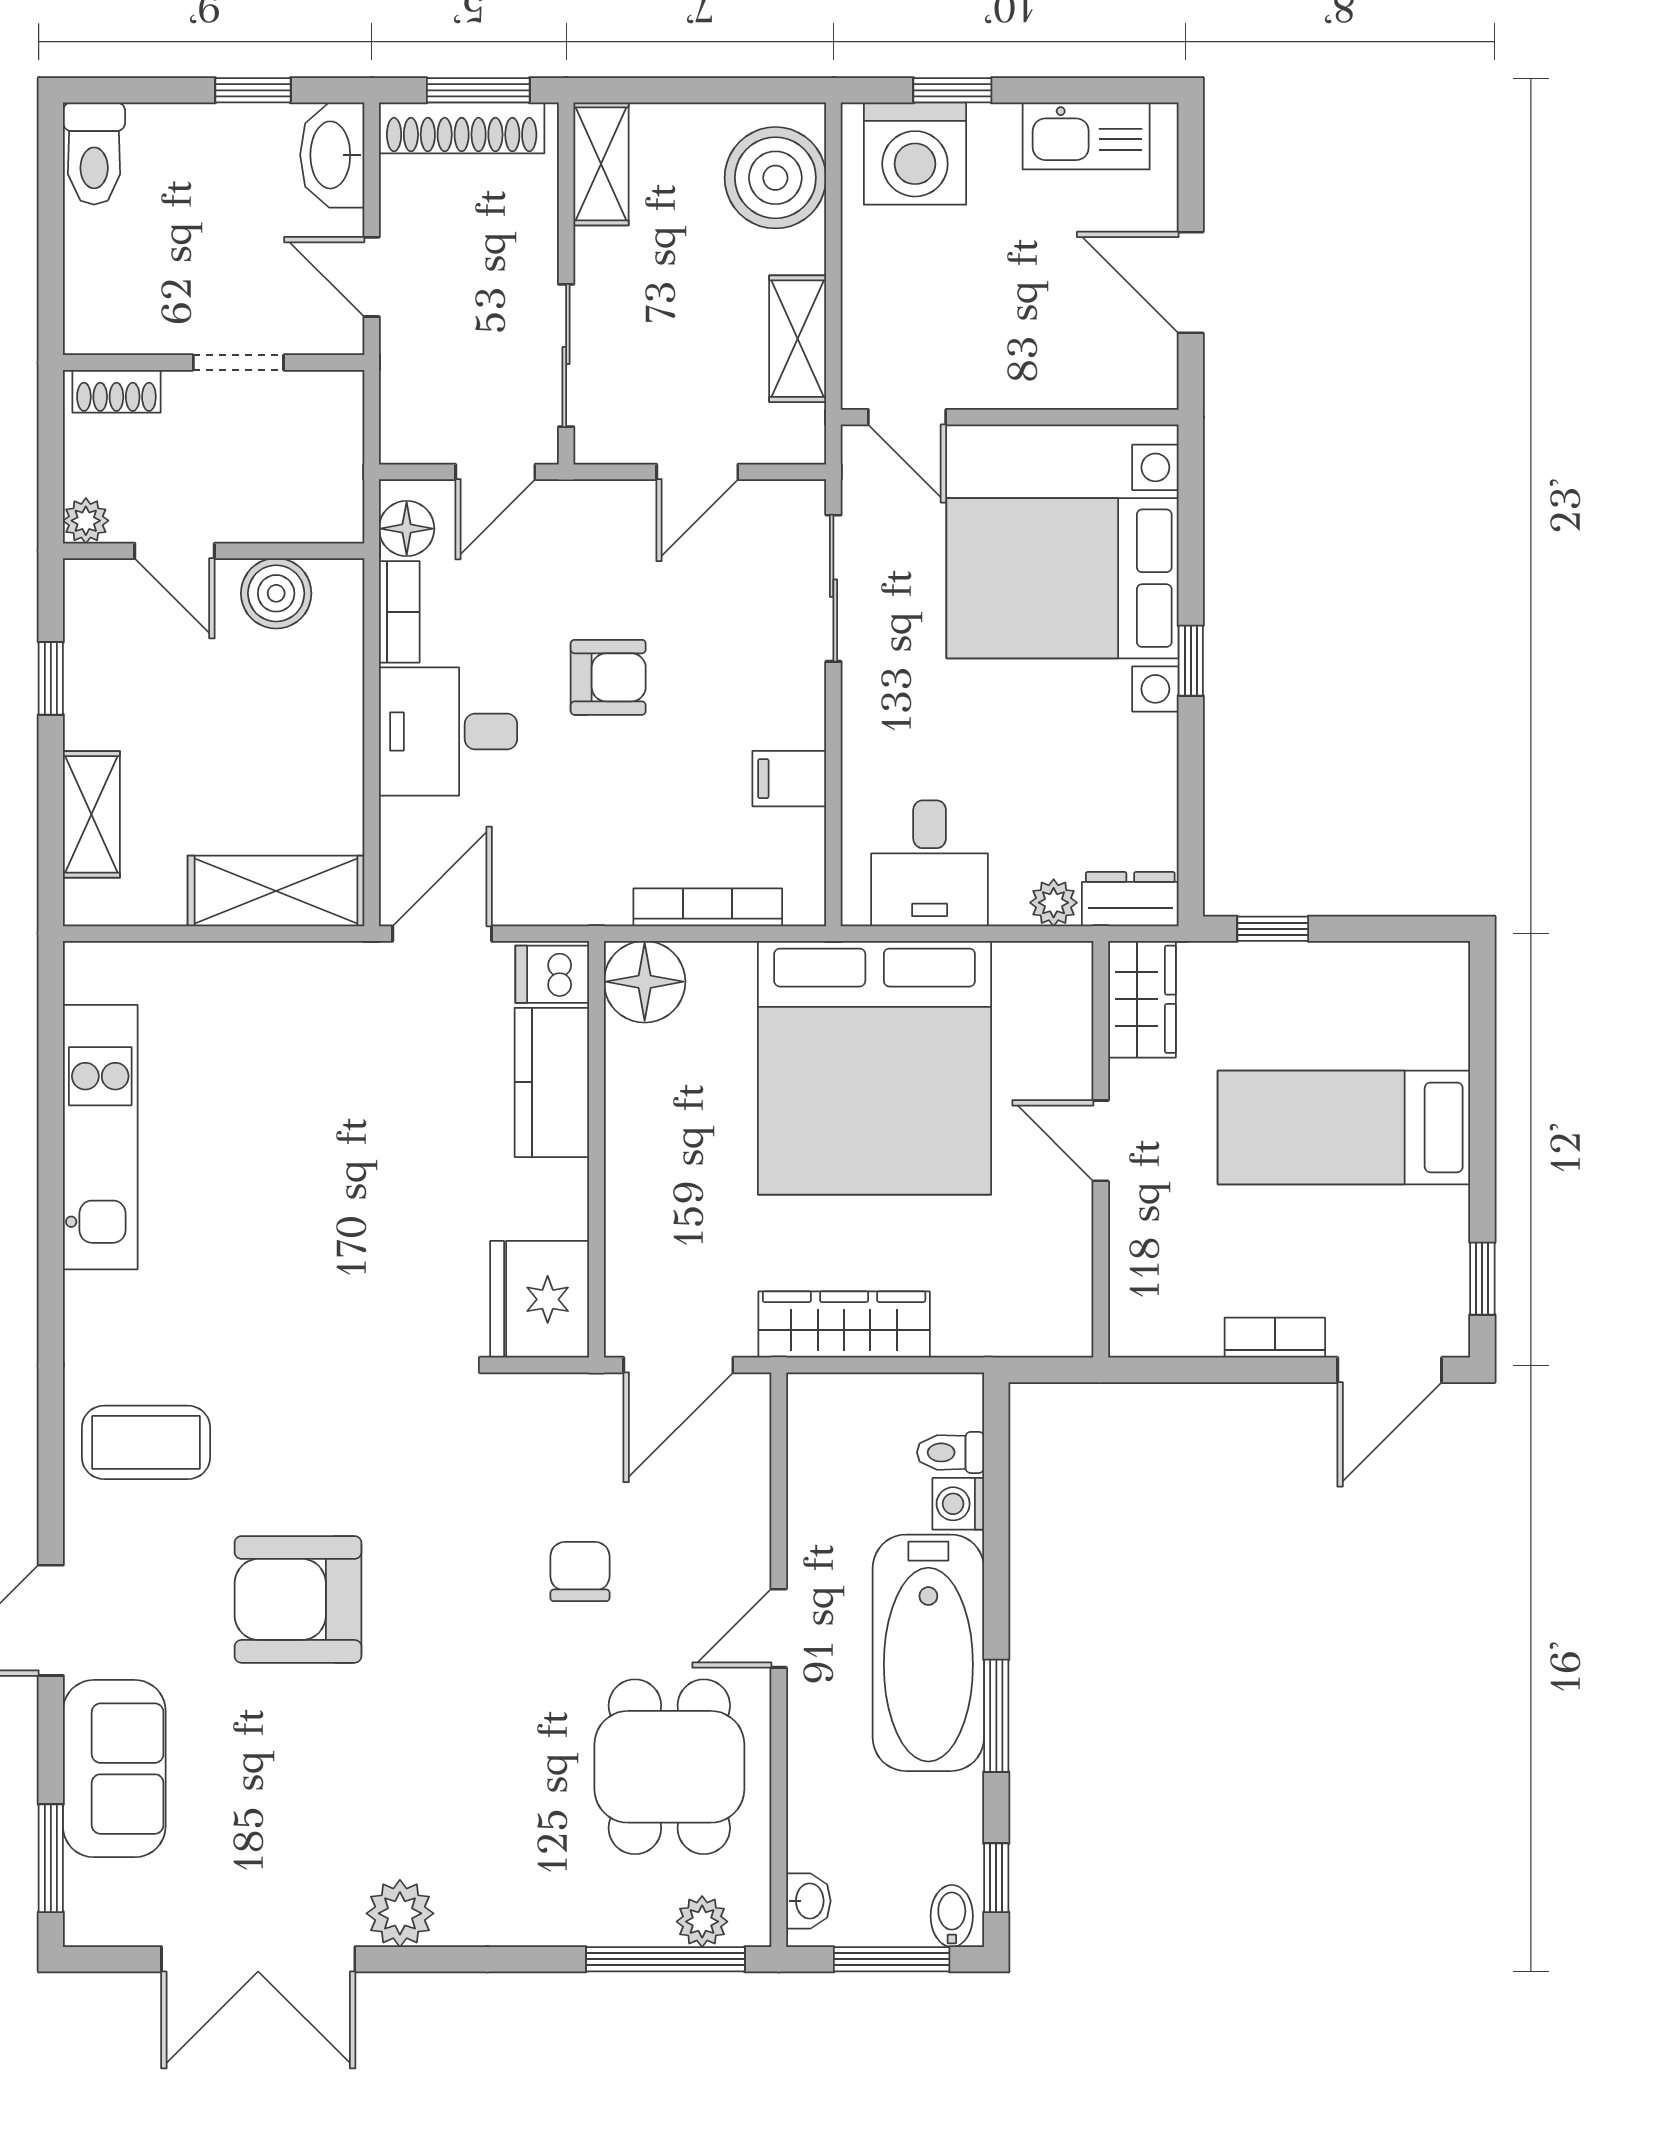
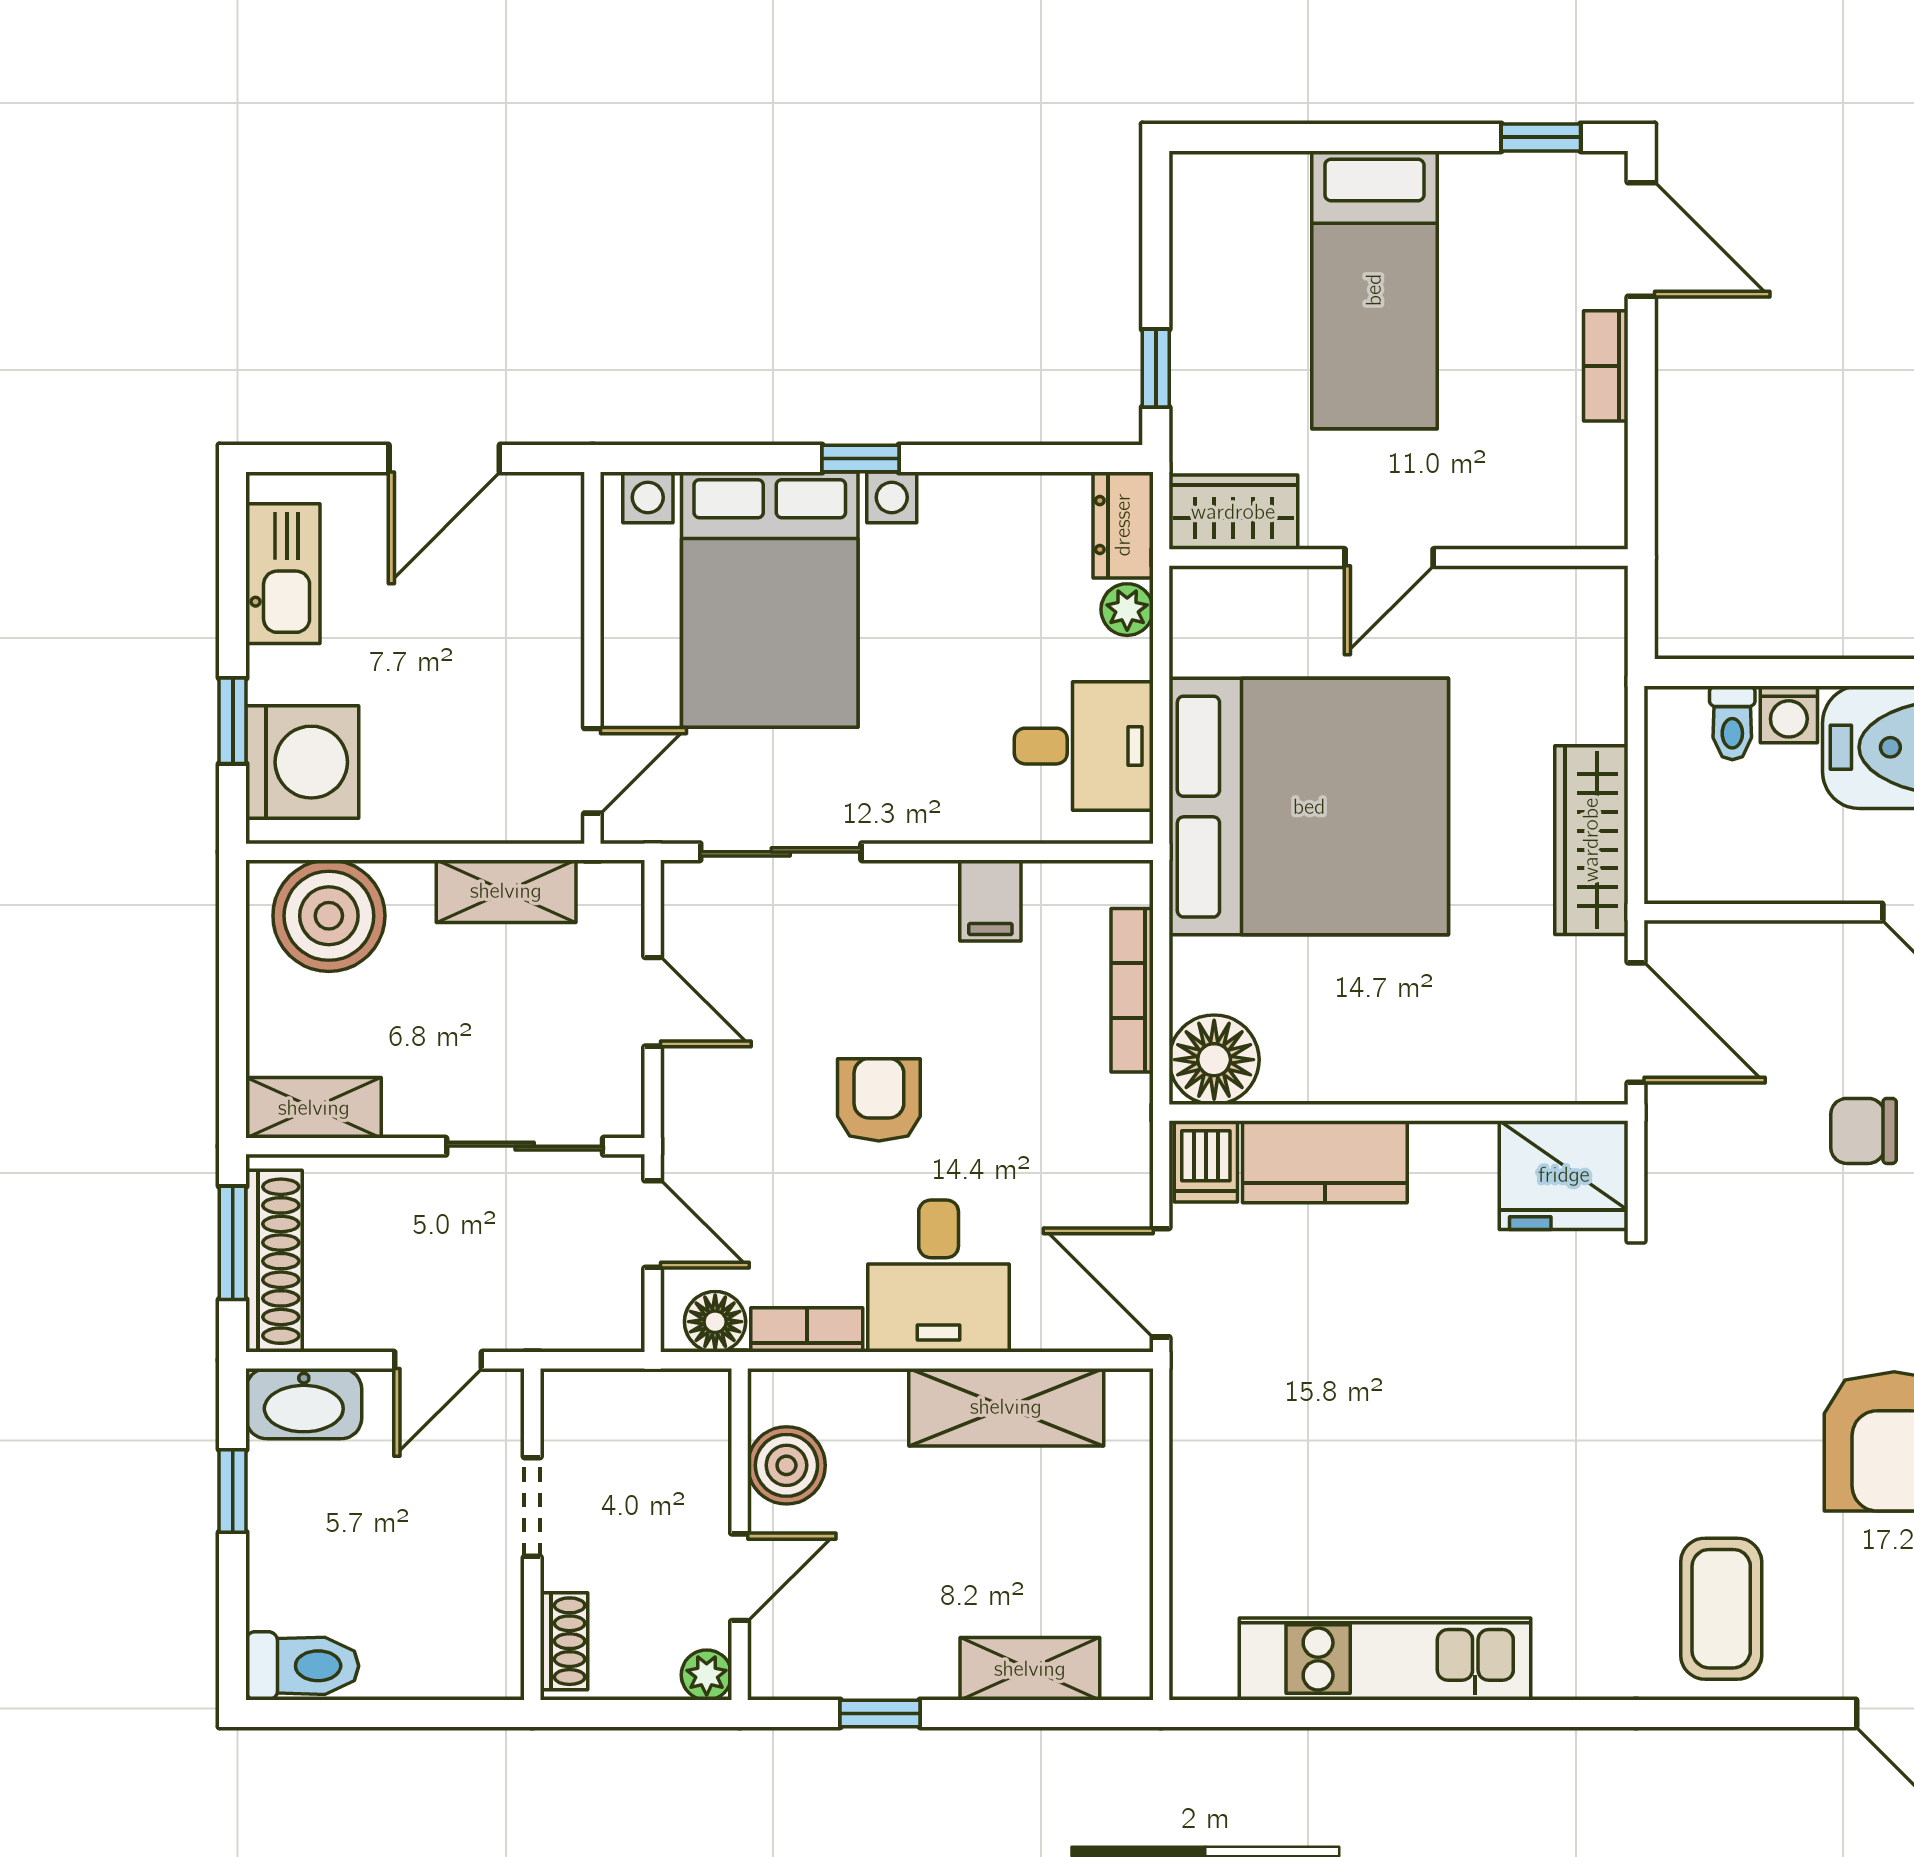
shelving: (276, 891) -> (1006, 1407), moved, turned 90

